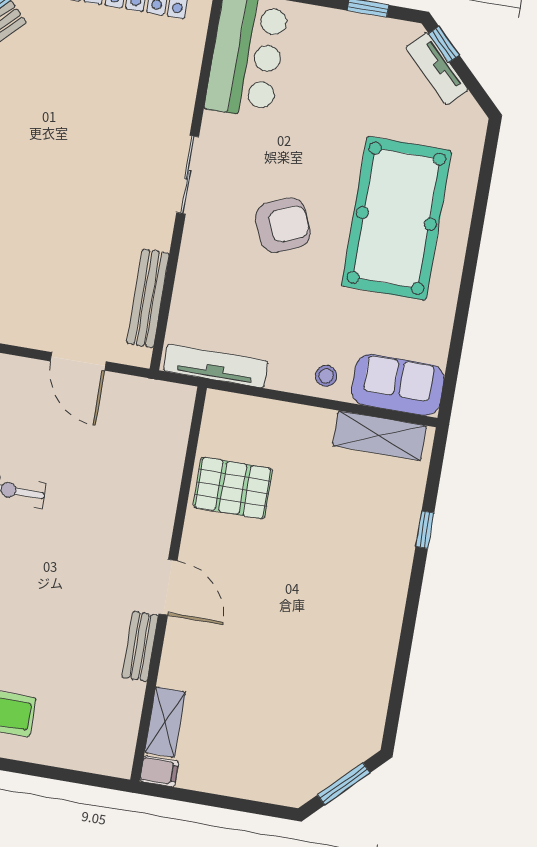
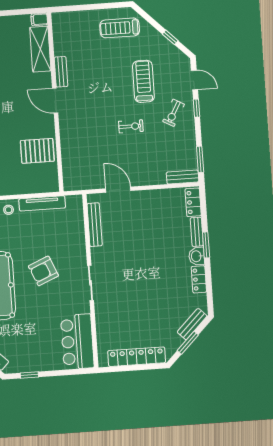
tv unit: (216, 366) -> (42, 203), moved
shelving: (165, 722) -> (40, 49), width x1.50, depth x1.33

